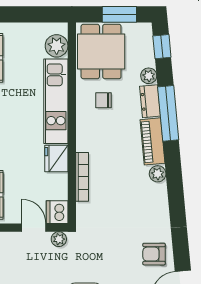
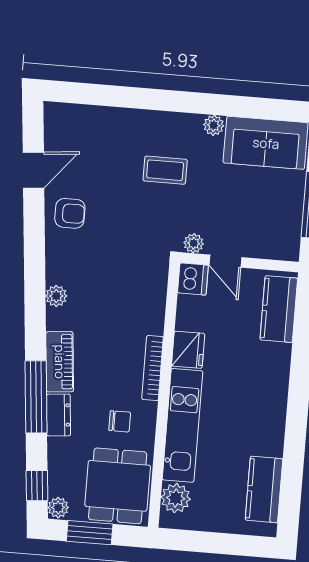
plant: (149, 76) -> (58, 508), moved
plant: (158, 174) -> (56, 296), moved
bookcase: (82, 177) -> (153, 368), moved

